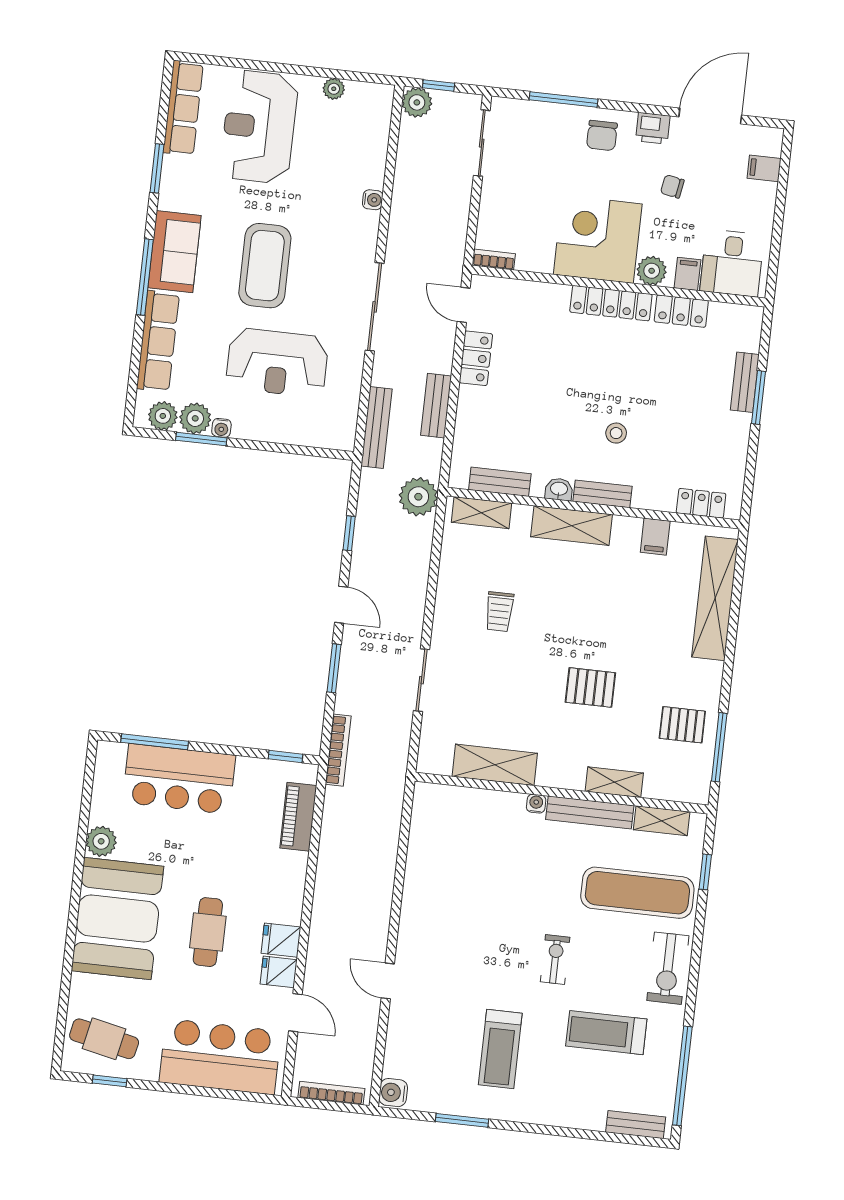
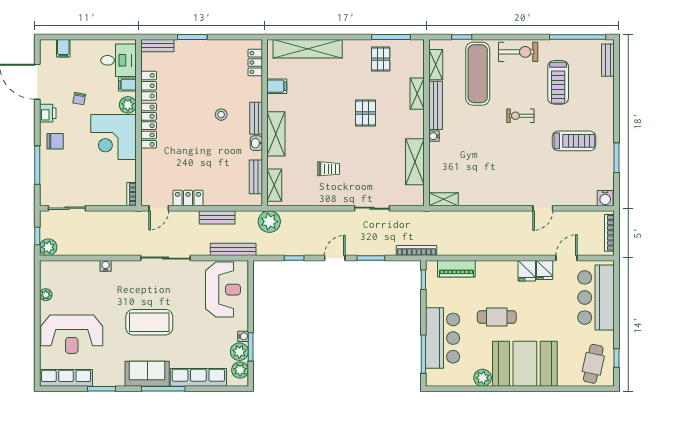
reception desk: (277, 363) -> (223, 290), moved
bench: (745, 382) -> (157, 46), moved
shelving: (423, 808) -> (444, 199), added
cafe table: (208, 932) -> (497, 317), moved

